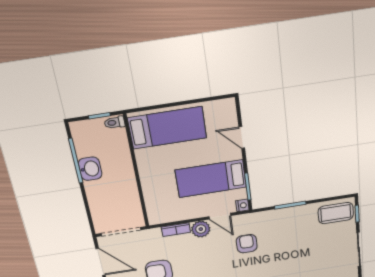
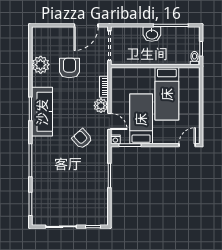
bed: (167, 128) -> (167, 94), moved
door: (242, 137) -> (187, 145), moved
washbasin: (90, 169) -> (152, 34), moved
coffee table: (336, 213) -> (96, 210), removed
door: (220, 216) -> (109, 121), swing flipped
armchair: (247, 244) -> (82, 139), turned -132

